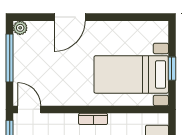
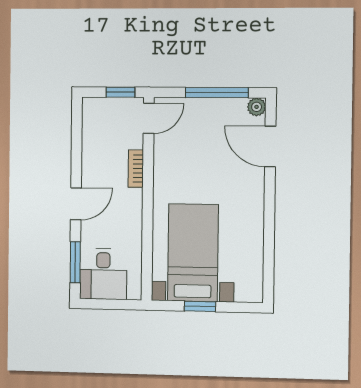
door: (70, 17) -> (270, 147), moved
bookcase: (93, 119) -> (136, 169), moved

